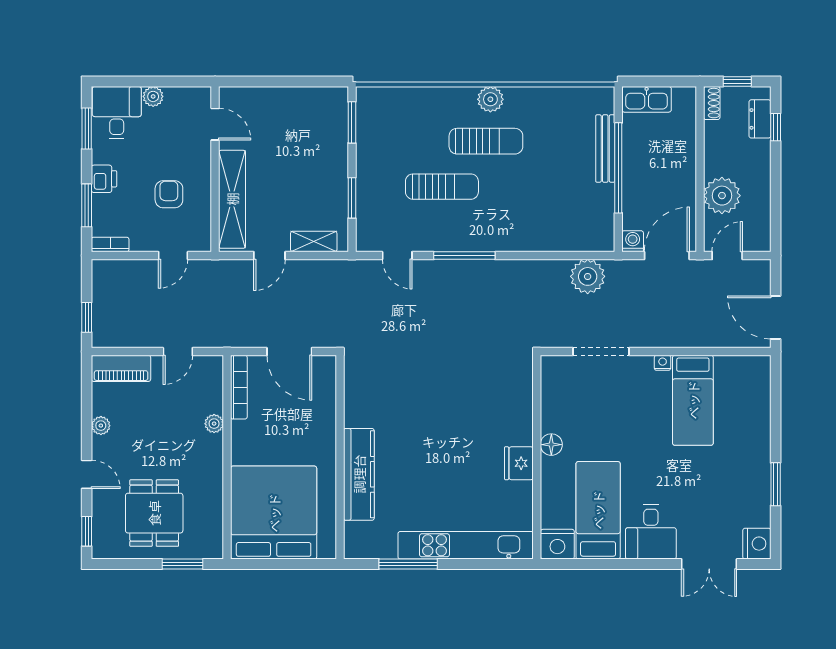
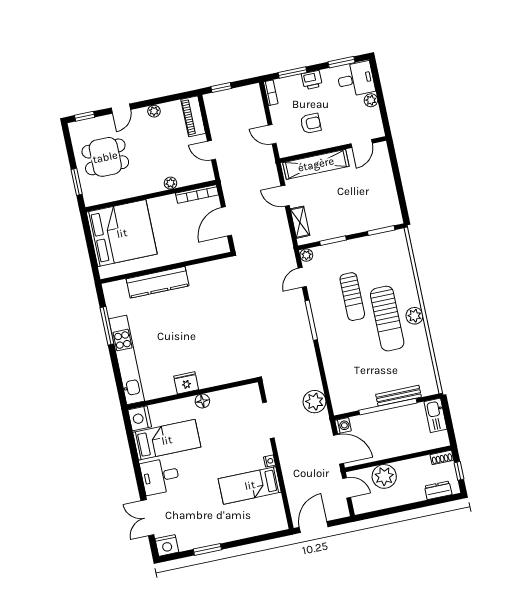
window: (776, 127) -> (435, 501), removed
sun lounger: (486, 141) -> (387, 319), width x1.36, depth x1.34
plant: (365, 242) -> (306, 255), added

